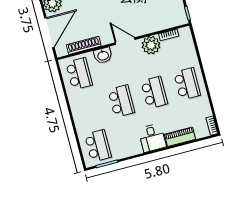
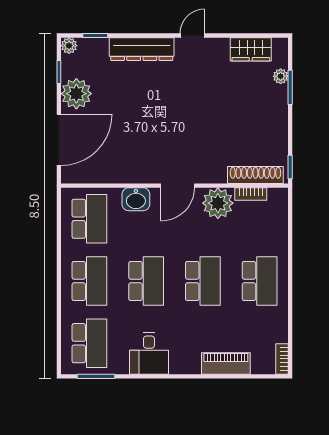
door: (125, 41) -> (178, 186), swing flipped
shoe rack: (84, 45) -> (255, 175), moved
school desk: (88, 110) -> (89, 281), added
desk: (152, 138) -> (149, 353), moved

